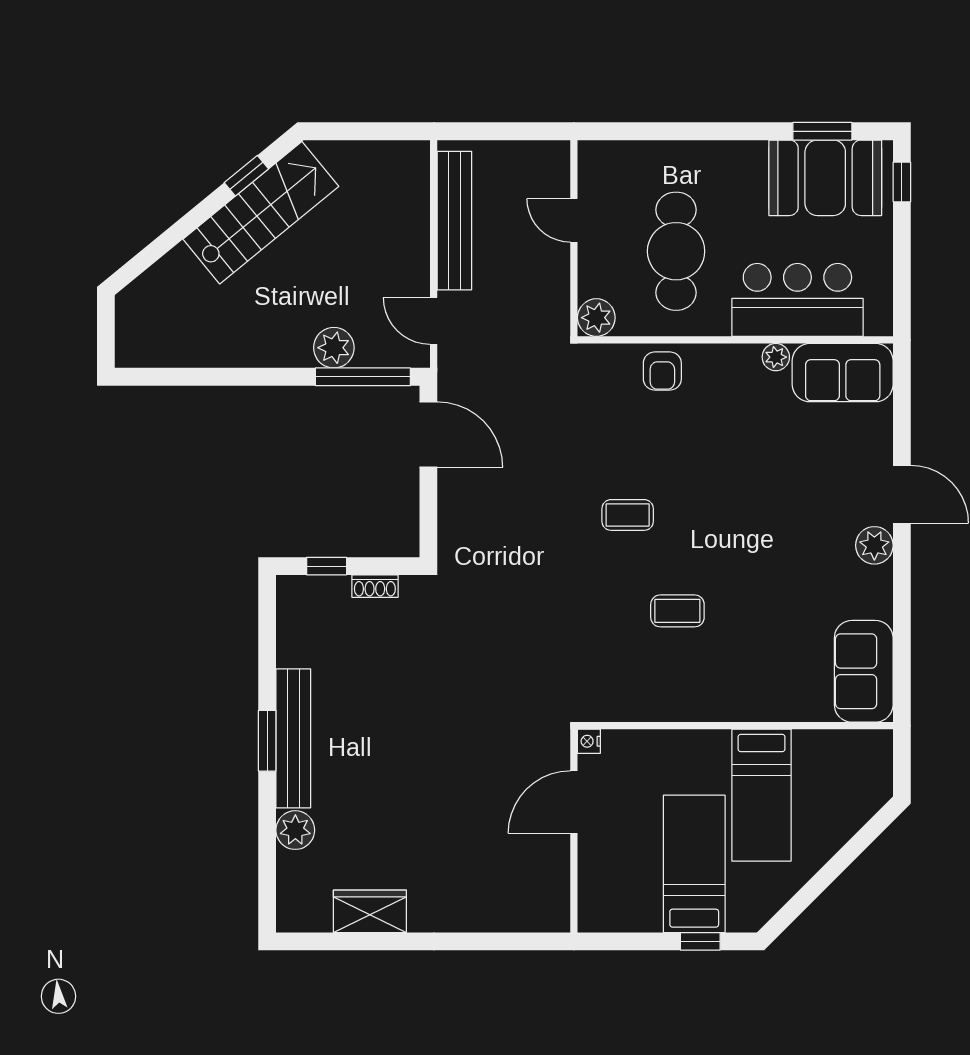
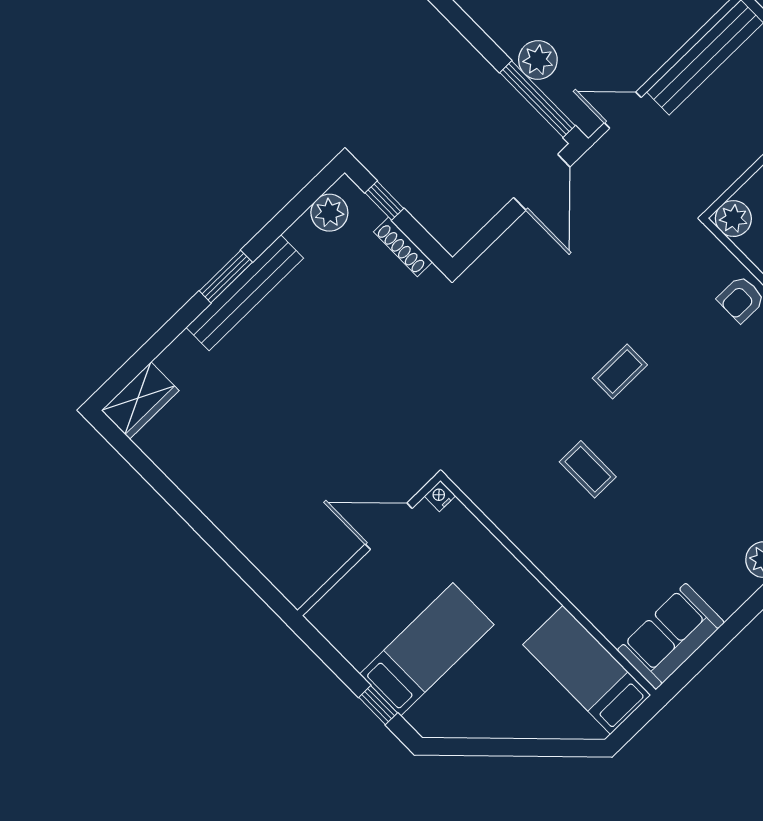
door: (434, 321) -> (623, 110), hinge flipped
coffee table: (628, 515) -> (620, 371), turned 90
shoe rack: (375, 586) -> (403, 247), width x1.43
bed: (762, 795) -> (587, 670), moved, turned 90
plant: (295, 830) -> (329, 213), moved
wardrobe: (370, 911) -> (140, 400), moved, turned 90

